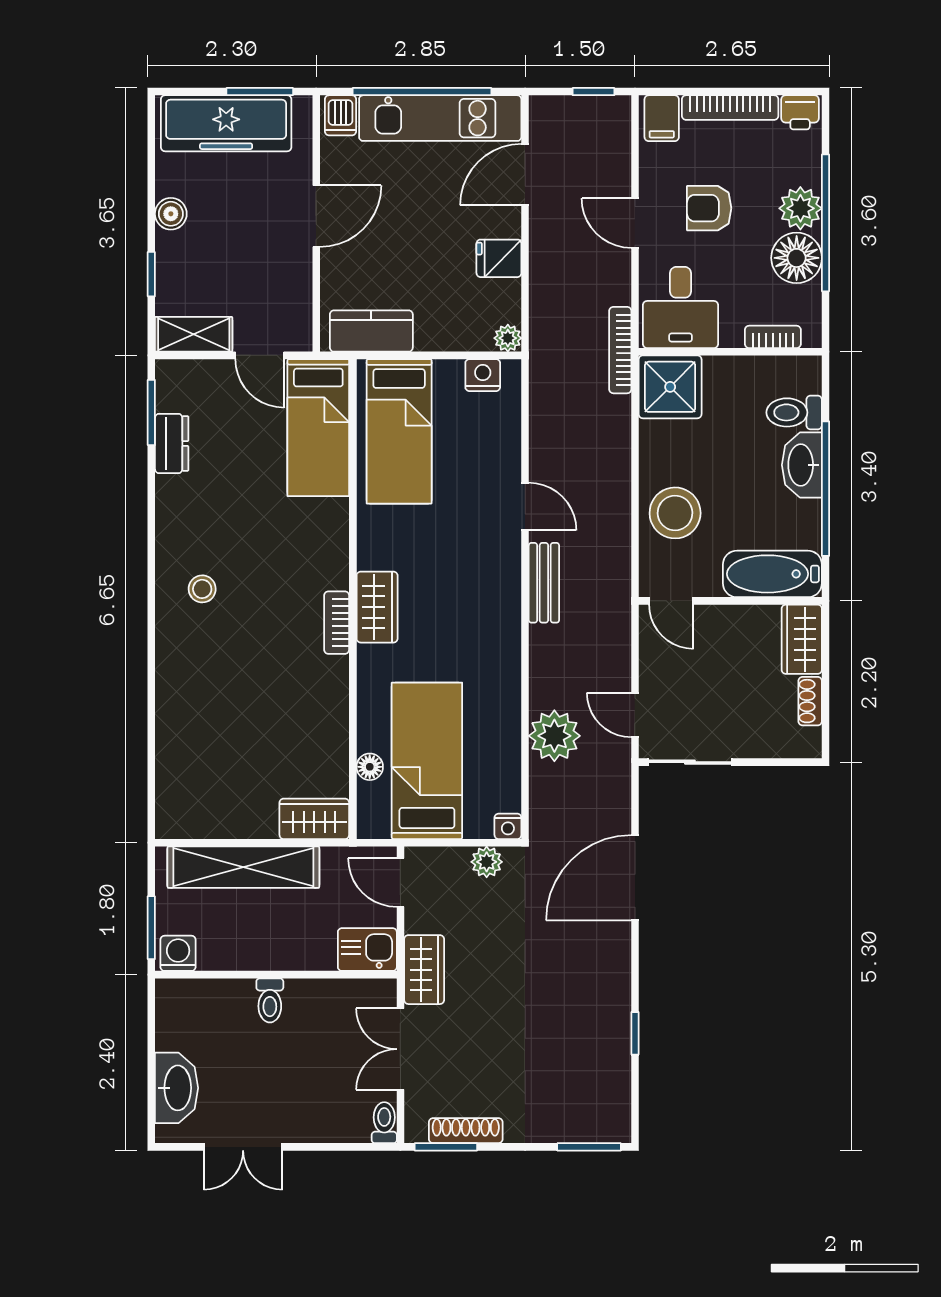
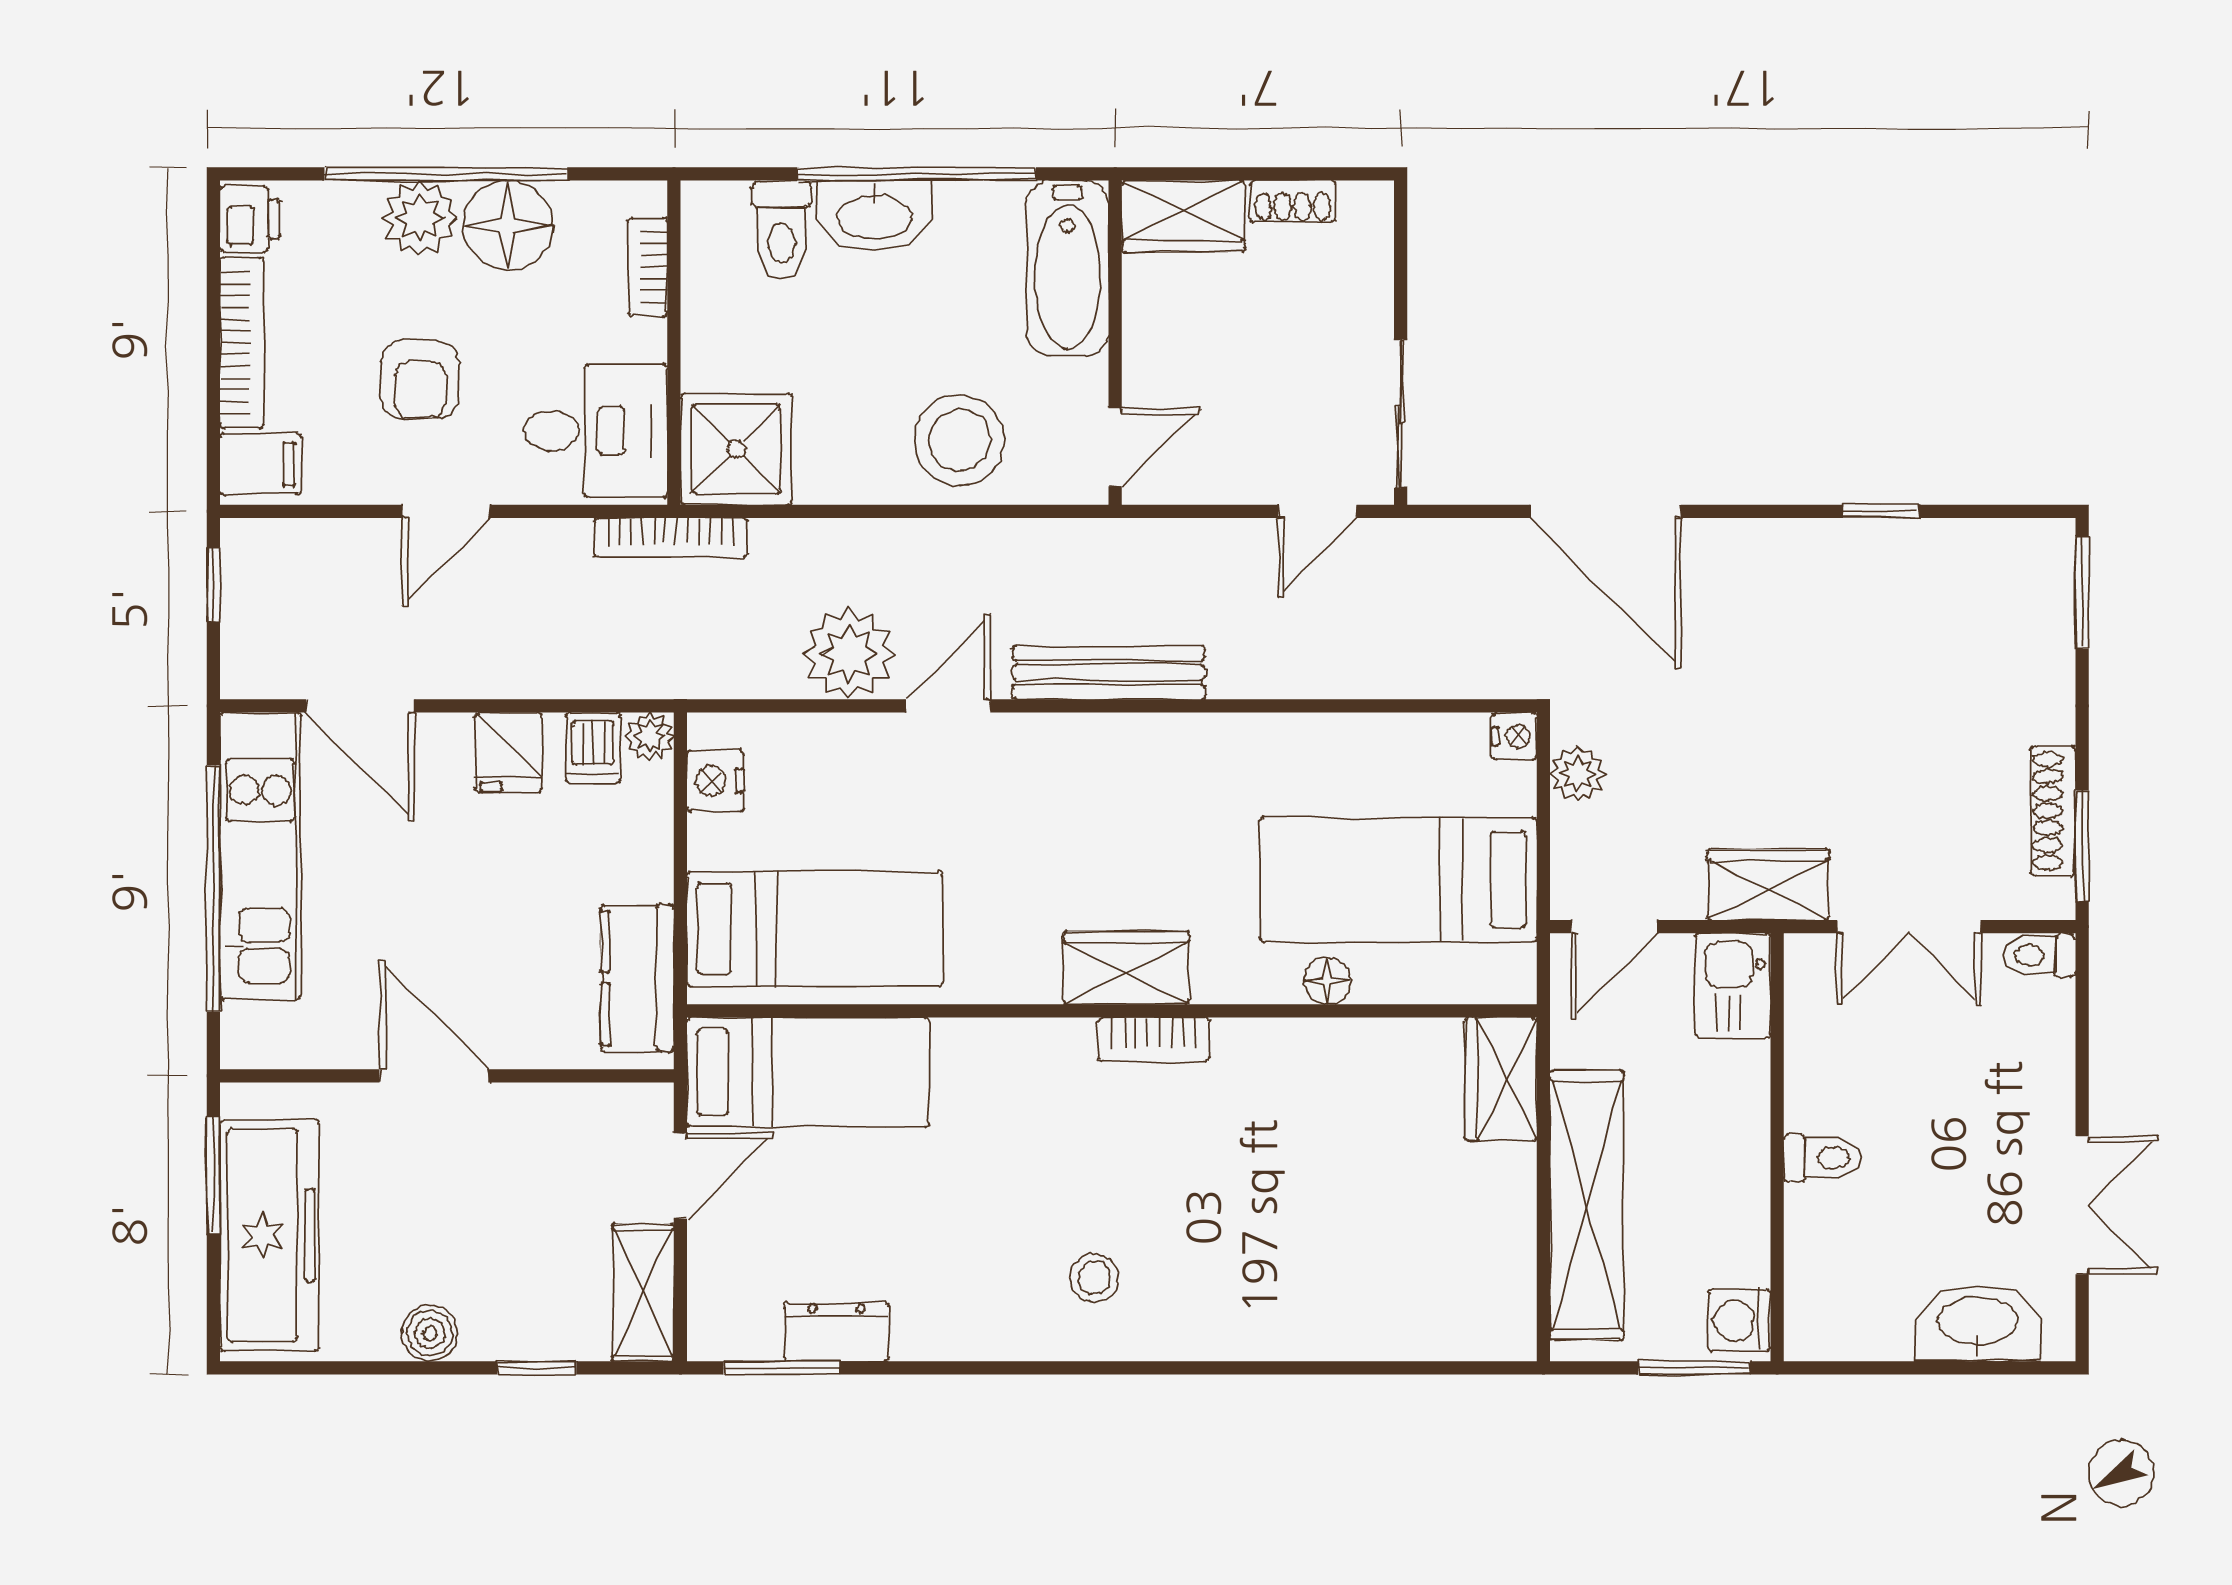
dishwasher: (341, 115) -> (593, 748), moved, turned 90
bench: (544, 583) -> (1109, 673), width x1.36
plant: (554, 736) -> (849, 654), moved
floor lamp: (370, 767) -> (1327, 981), moved

